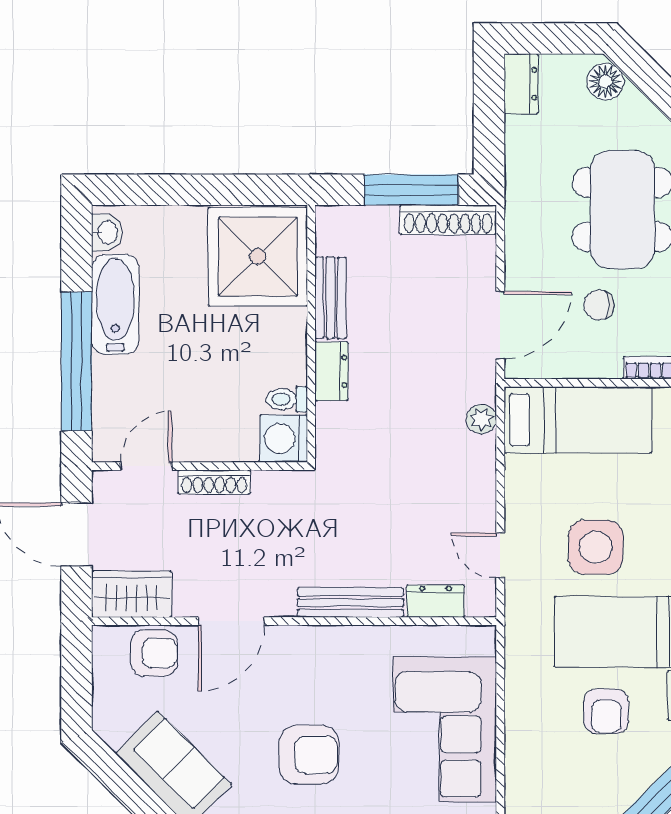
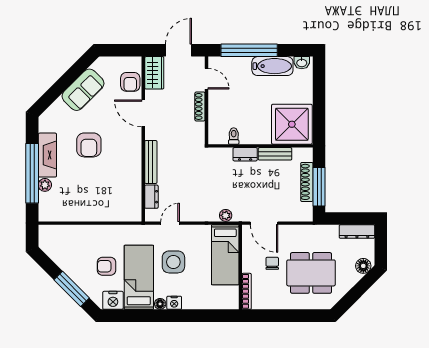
dresser: (521, 84) -> (357, 232), width x1.44
shoe rack: (448, 220) -> (307, 182), moved
washing machine: (284, 439) -> (218, 135), removed
corner sofa: (445, 729) -> (99, 200), removed

